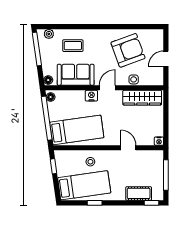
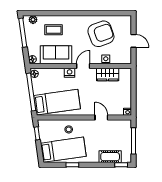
door: (166, 59) -> (134, 41), swing flipped
wardrobe: (142, 98) -> (108, 74), width x0.67

